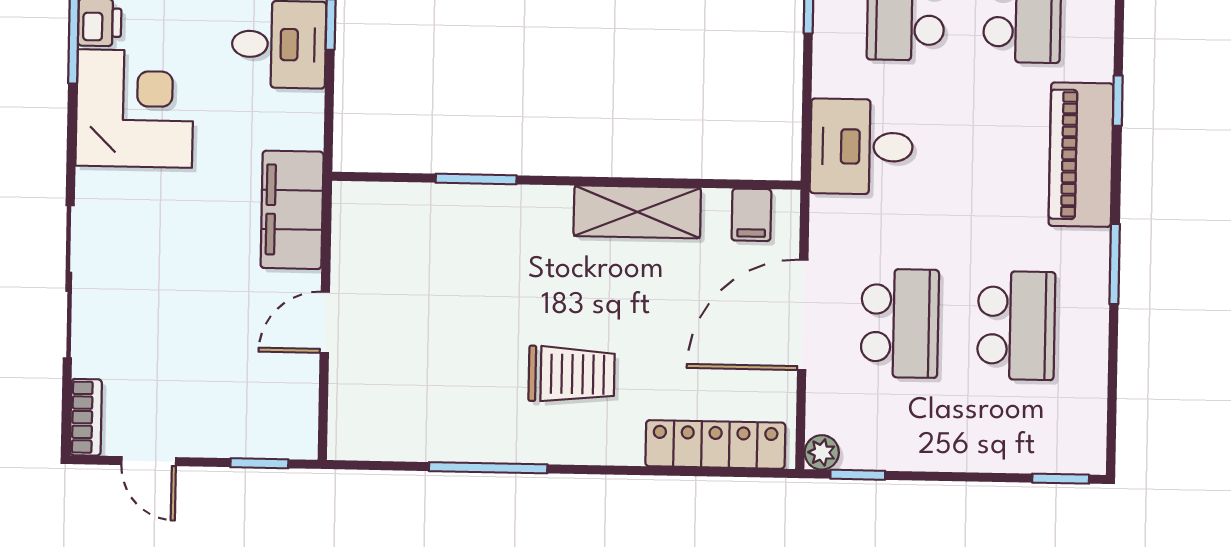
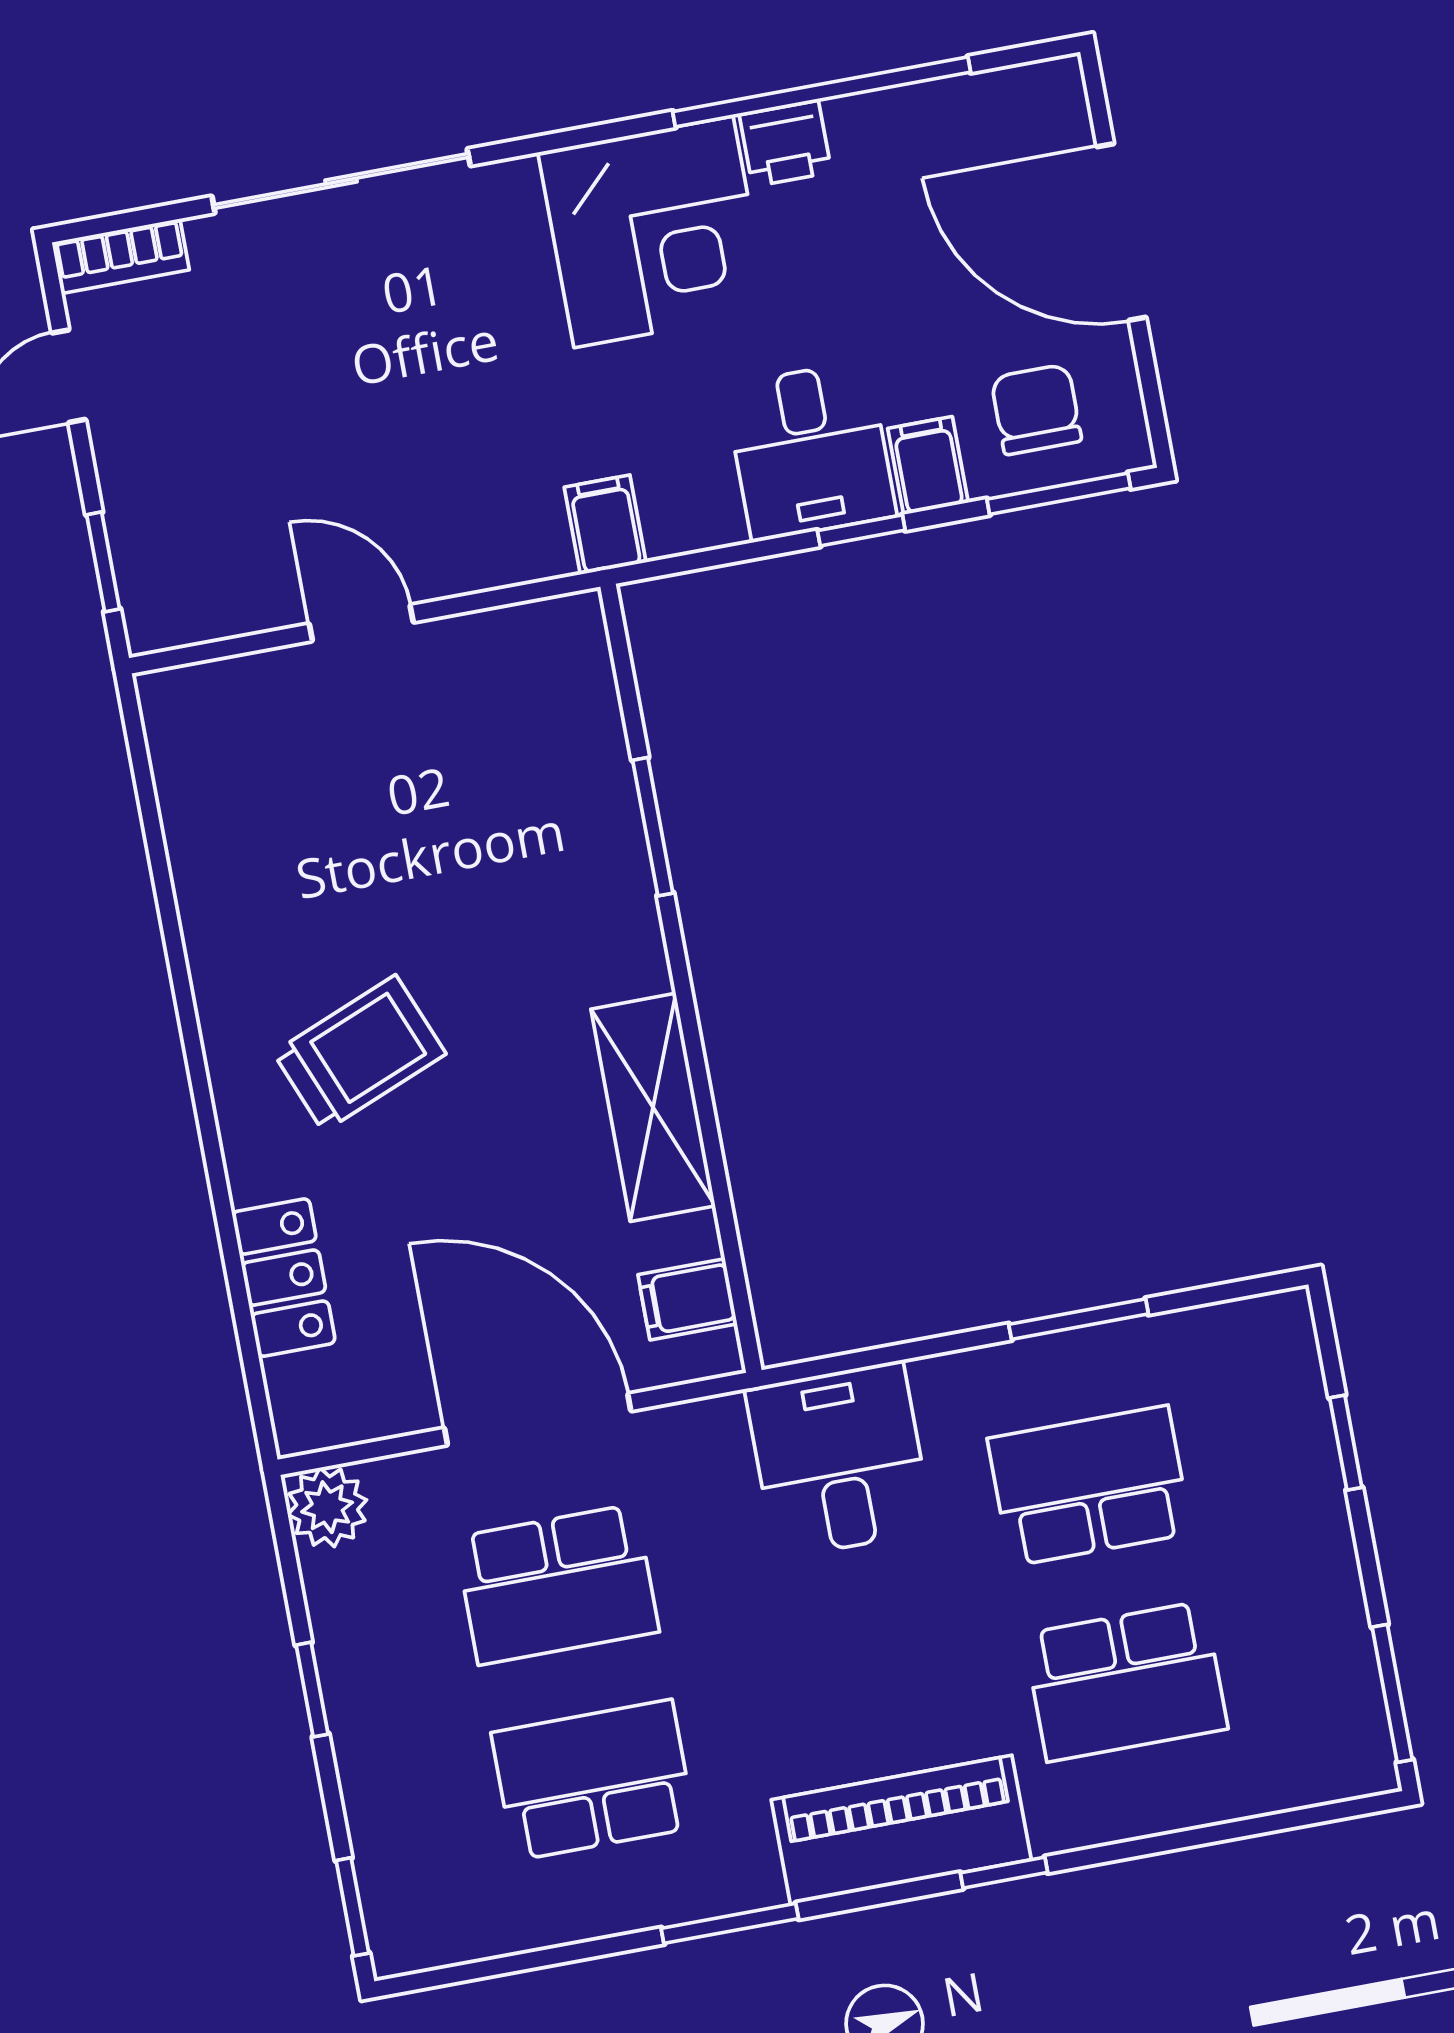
filing cabinet: (292, 210) -> (605, 525), width x0.33, depth x0.86
school desk: (1016, 325) -> (593, 1780), turned 180
trolley: (572, 374) -> (360, 1053), turned -112
locker: (715, 444) -> (284, 1278), width x0.66
plant: (822, 452) -> (327, 1507), width x1.38, depth x1.38
window: (488, 468) -> (174, 946), removed
window: (858, 475) -> (312, 1690), moved

